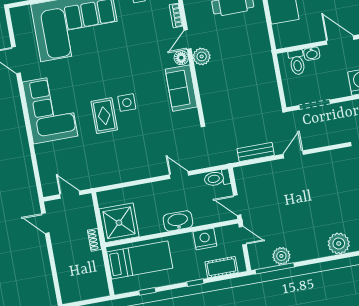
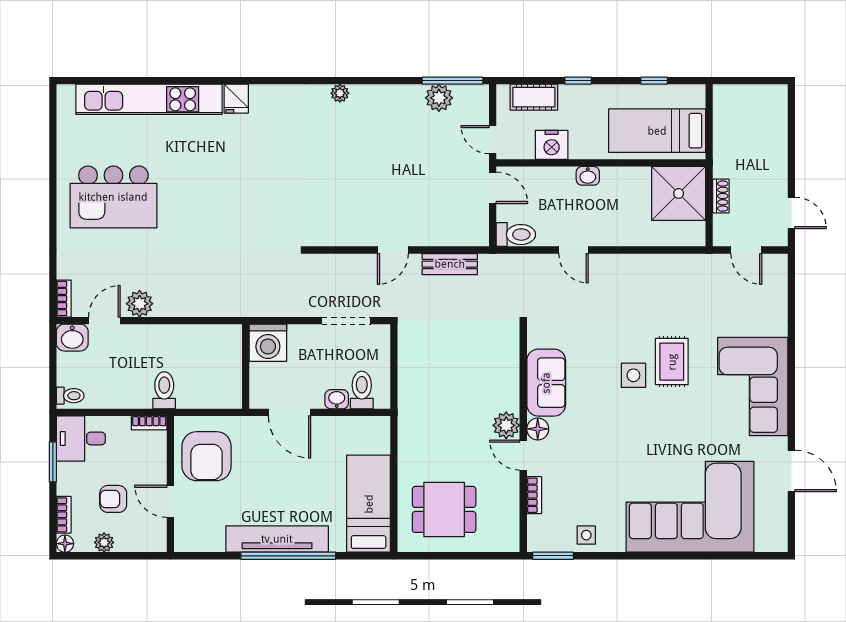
door: (187, 40) -> (523, 455), swing flipped
washbasin: (178, 221) -> (588, 176), width x0.52, depth x0.69
shoe rack: (94, 240) -> (721, 196), moved
plant: (339, 243) -> (340, 93), width x0.53, depth x0.53

